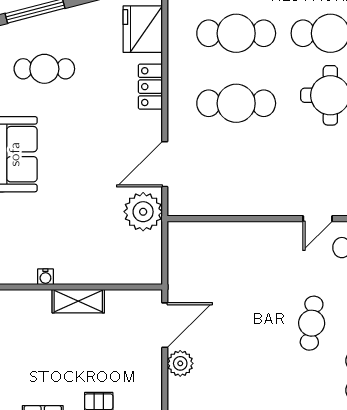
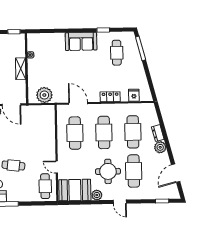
fridge: (143, 29) -> (134, 95), width x0.53, depth x0.75
cafe table: (236, 173) -> (75, 133), added
plant: (143, 212) -> (44, 95), moved

